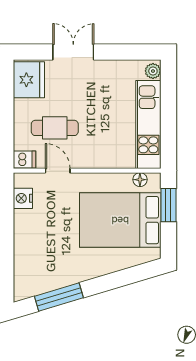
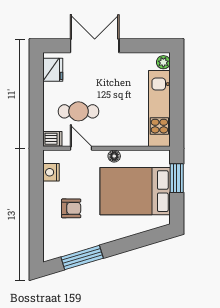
double door: (73, 52) -> (95, 46), width x1.37
fridge: (29, 80) -> (53, 70), width x0.73, depth x0.75
floor lamp: (140, 180) -> (114, 156), moved
armchair: (46, 240) -> (71, 208), added

